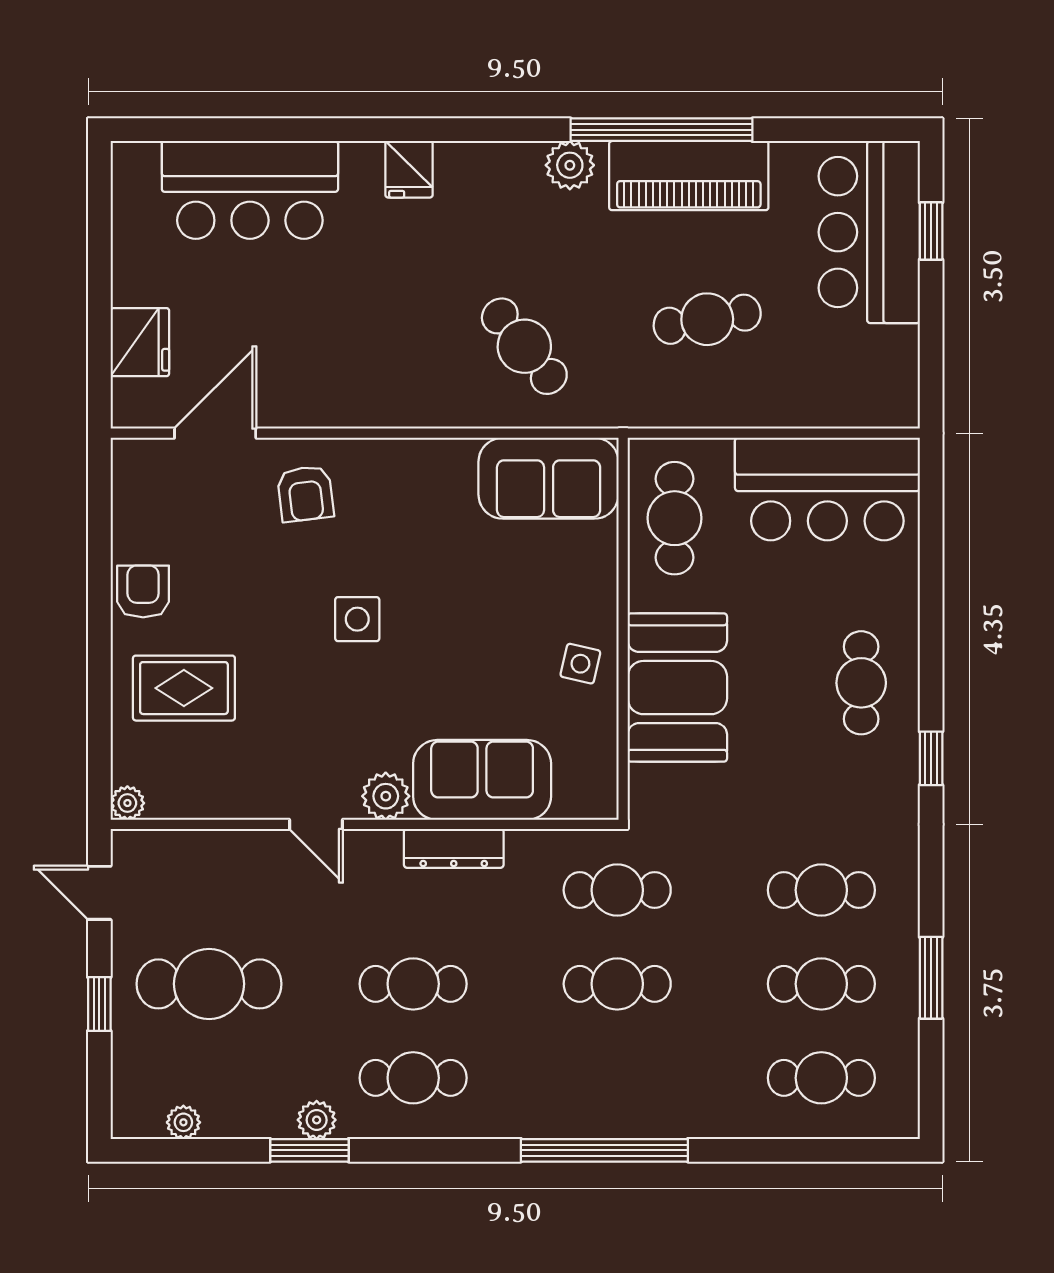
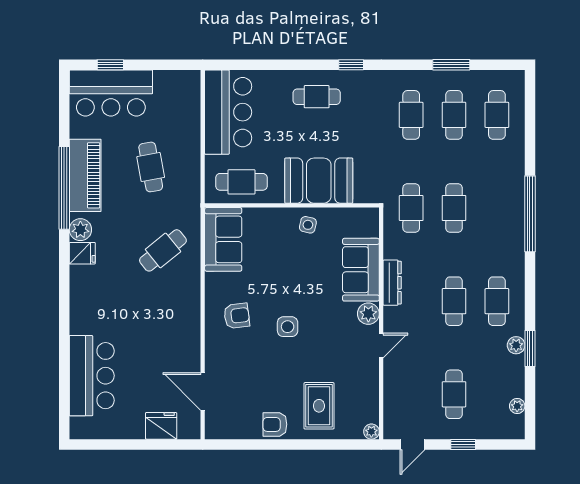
fridge: (409, 169) -> (82, 253), moved
armchair: (305, 494) -> (237, 316), moved
cafe table: (209, 984) -> (454, 394), width x0.73, depth x0.74

